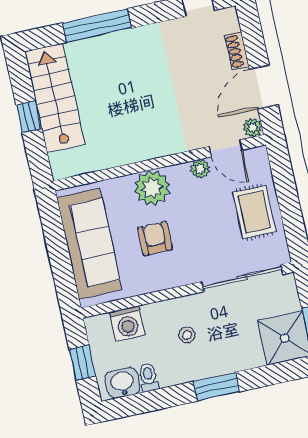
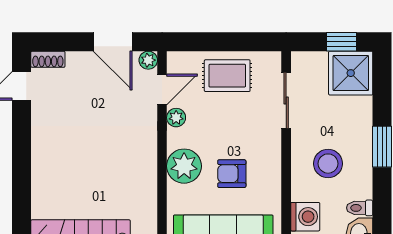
window: (97, 26) -> (22, 184), removed
shoe rack: (237, 51) -> (48, 59), moved
sliding door: (242, 278) -> (286, 100), width x0.73
stool: (187, 335) -> (328, 164), width x1.89, depth x1.89

